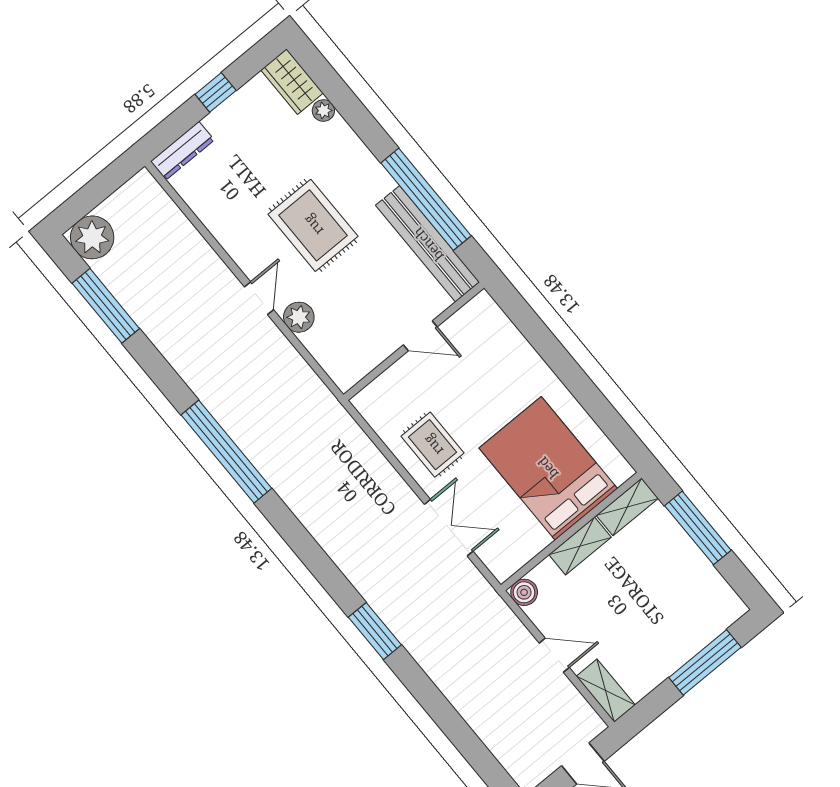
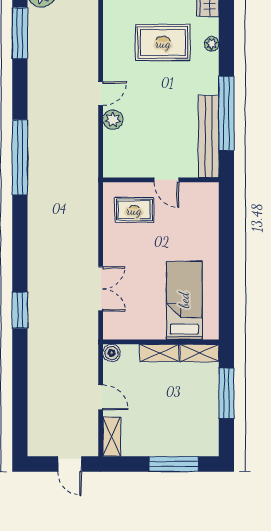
plant: (323, 111) -> (212, 44), moved
rug: (313, 225) -> (163, 43), moved, turned 90
rug: (433, 445) -> (134, 210), moved, turned 90
bed: (548, 468) -> (184, 300), width x0.67

